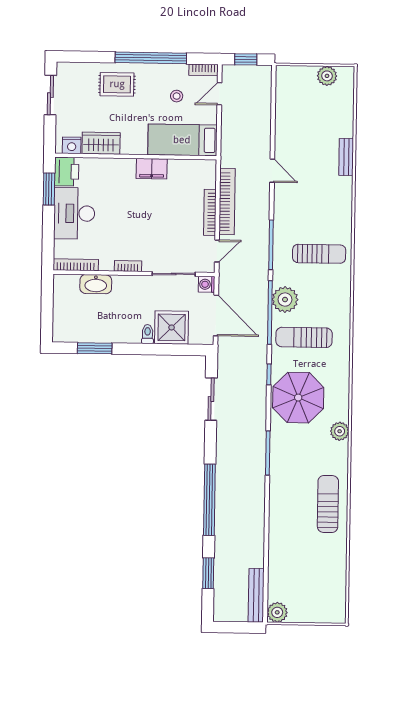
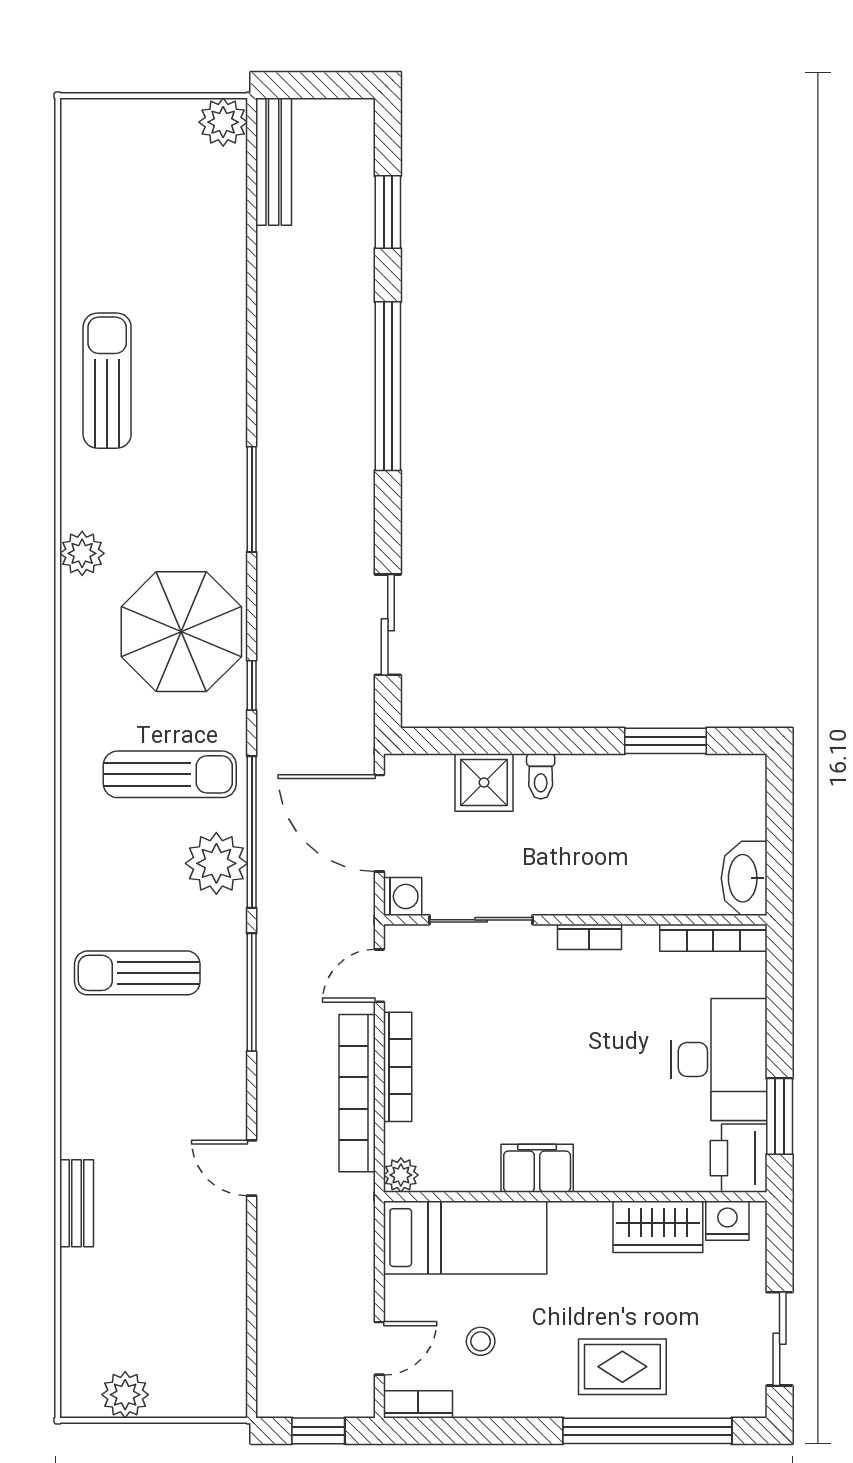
window: (151, 58) -> (647, 1431), moved
plant: (209, 167) -> (401, 1175), added
washbasin: (96, 284) -> (744, 878), moved, turned -90
shower: (172, 327) -> (484, 783), width x0.73, depth x0.73
sun lounger: (328, 504) -> (107, 381), turned 180

